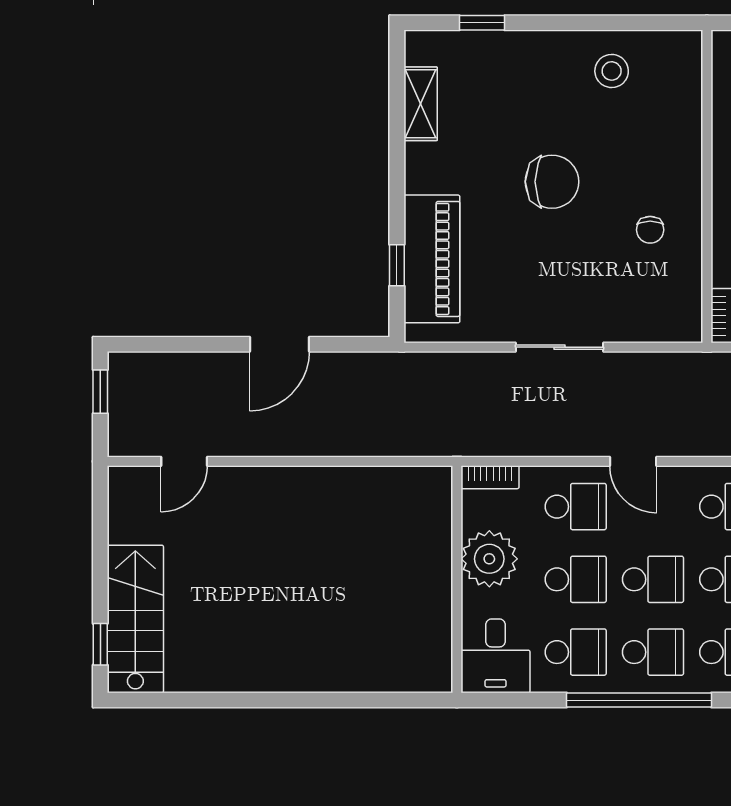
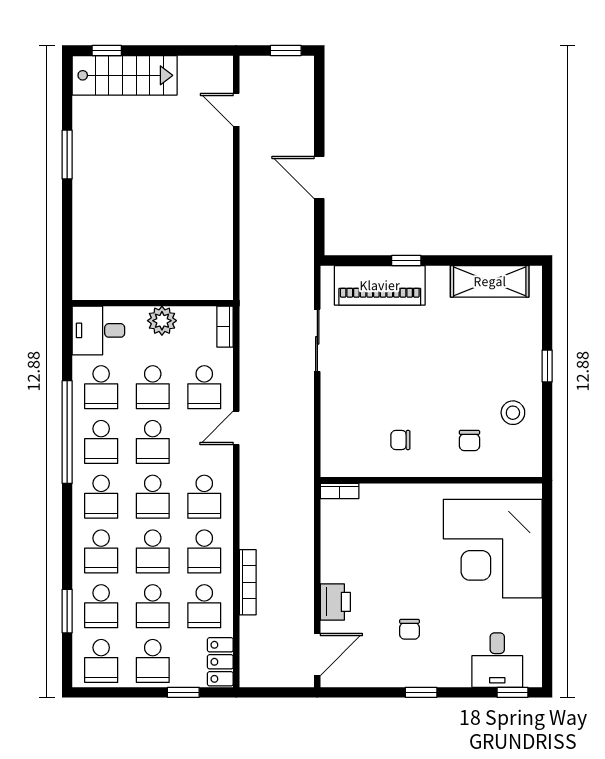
window: (482, 23) -> (547, 366), moved
shelving: (421, 104) -> (490, 281), width x1.50, depth x1.33
chair: (552, 182) -> (469, 440), moved, width x0.54, depth x0.54
window: (397, 265) -> (406, 261), moved
sliding door: (559, 347) -> (317, 340), moved
plant: (489, 559) -> (162, 321), width x0.73, depth x0.73
window: (247, 700) -> (67, 155), added

